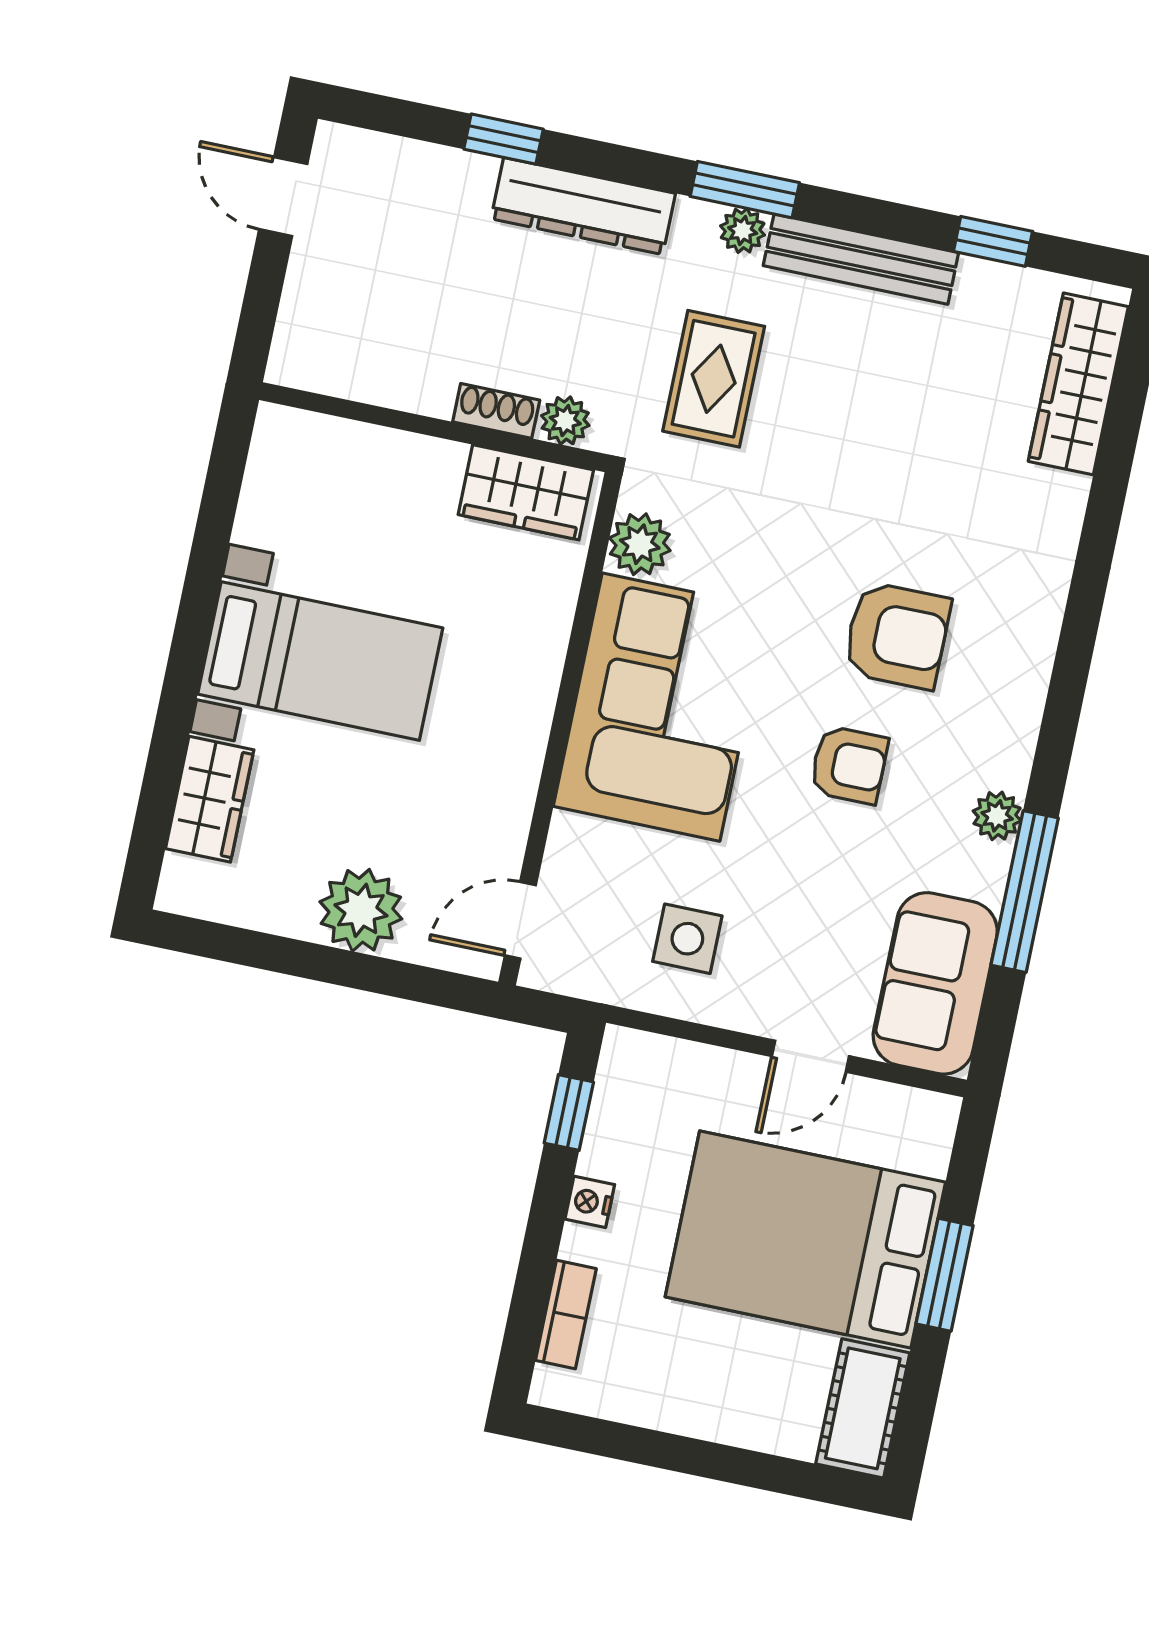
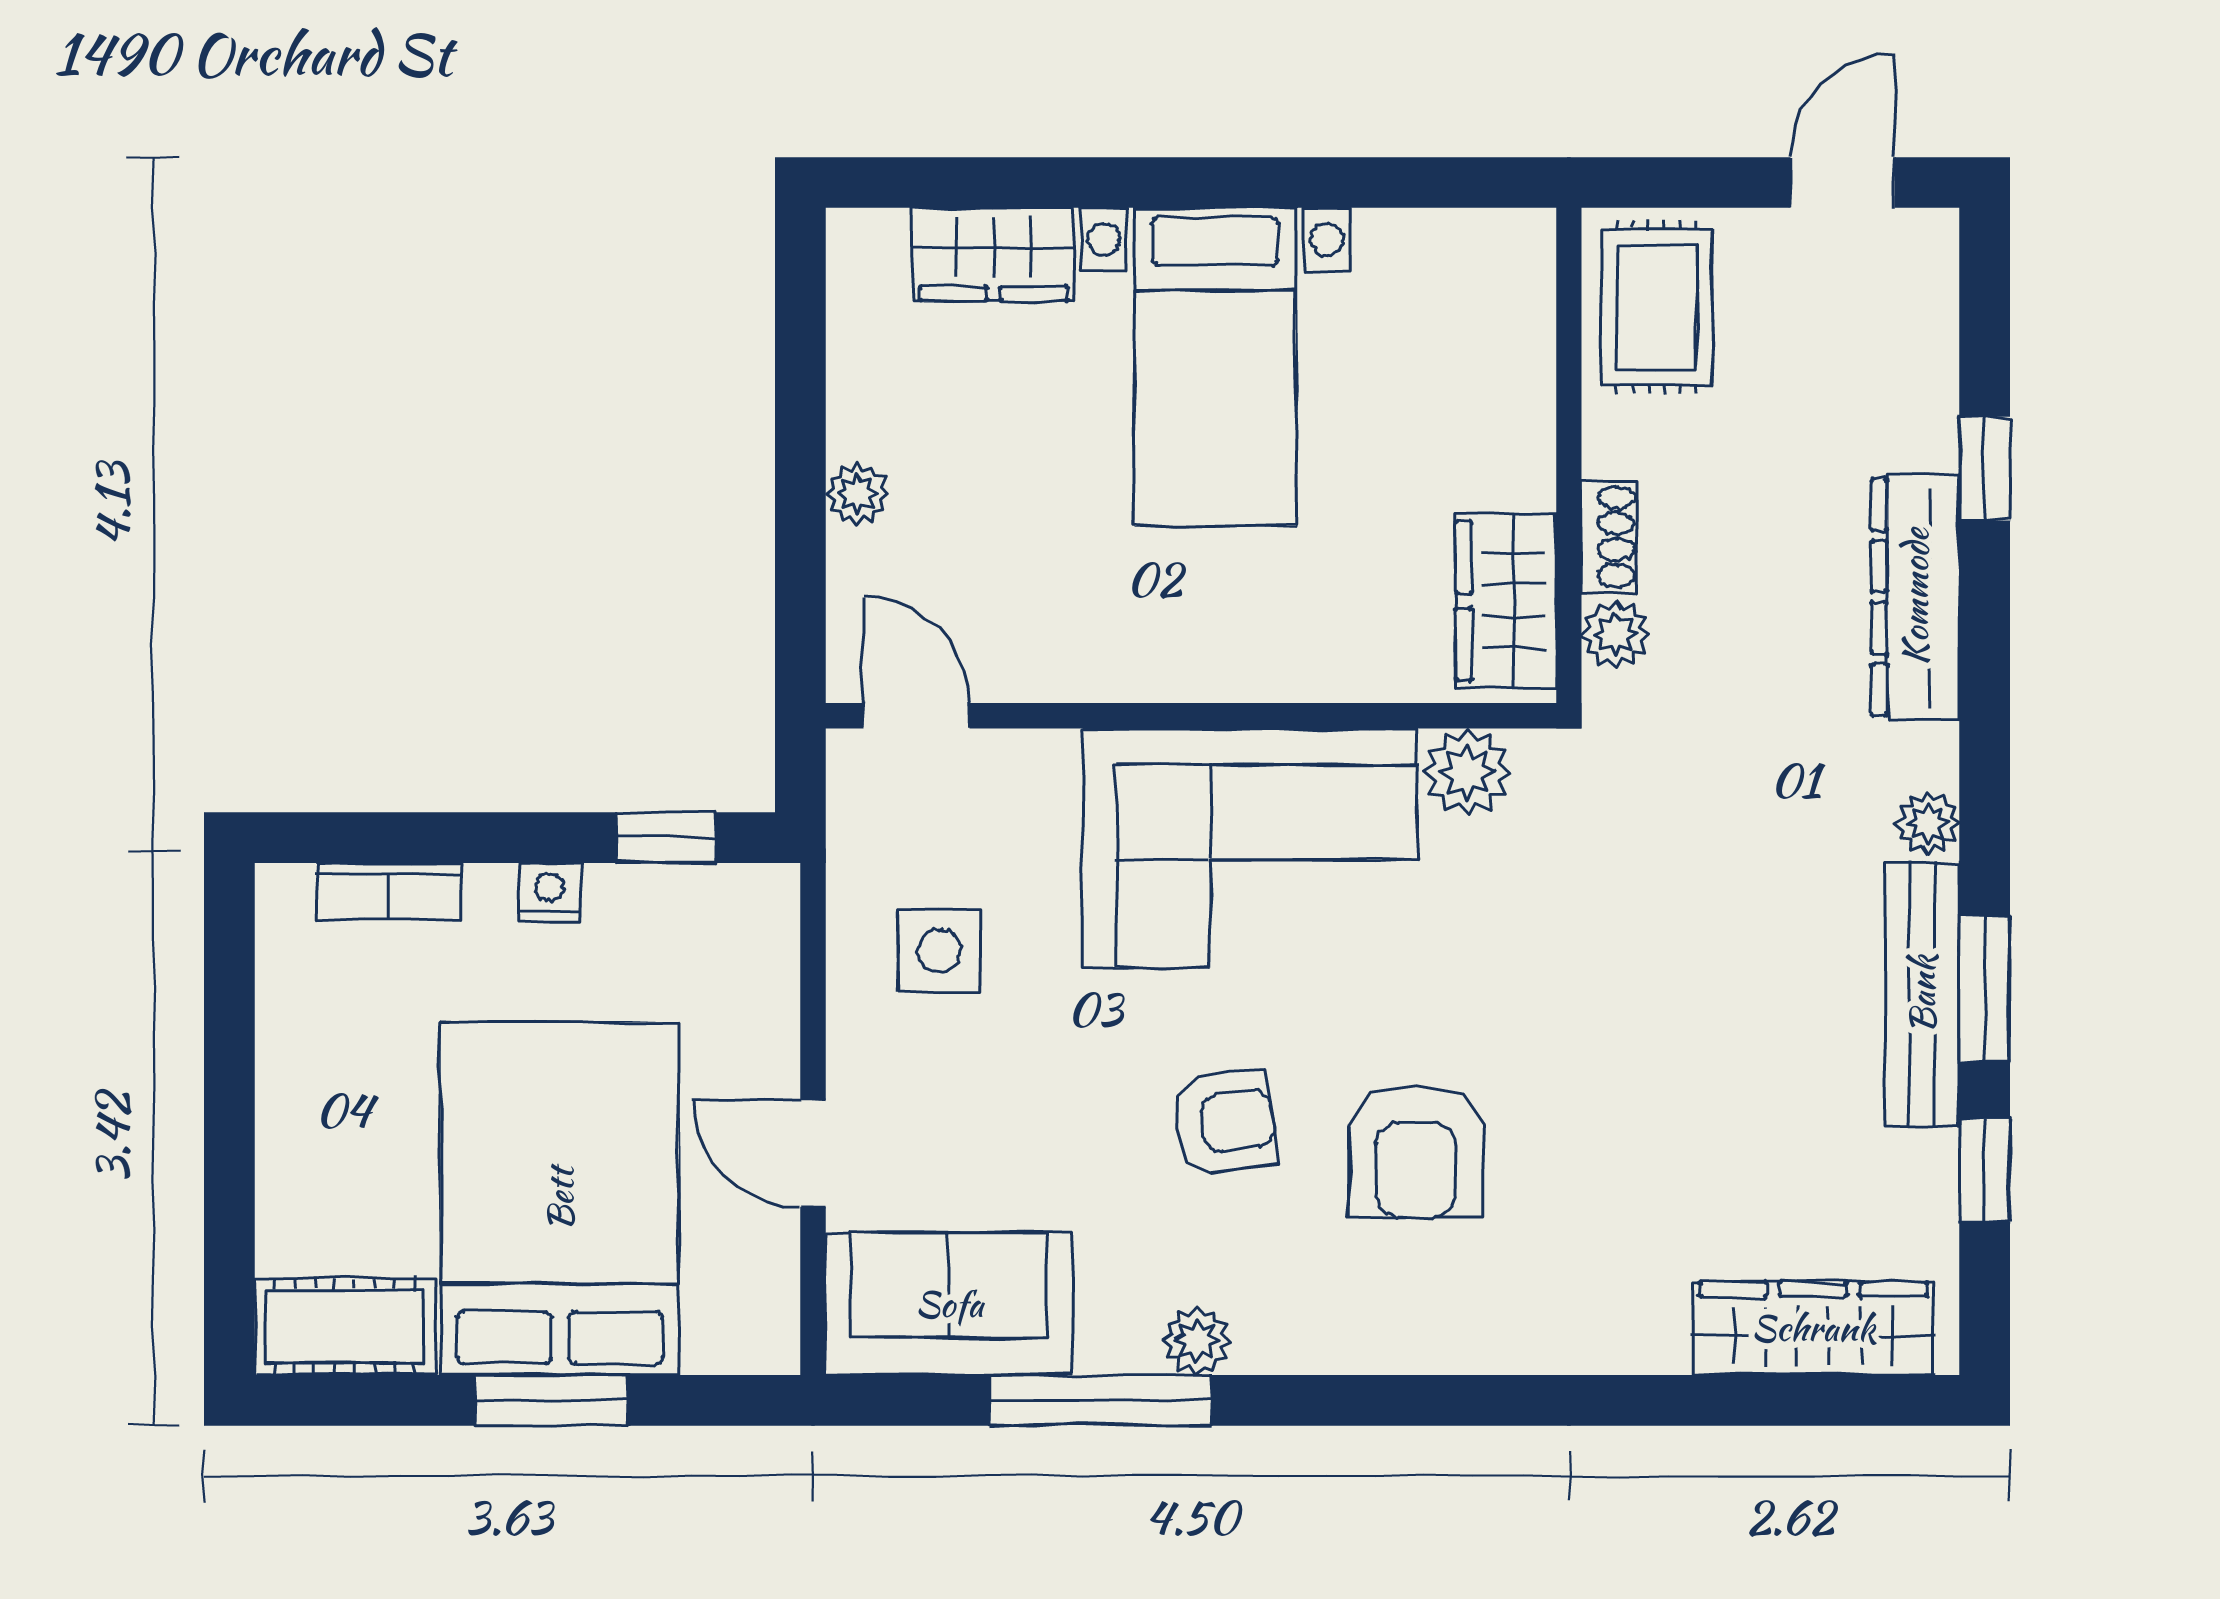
window: (745, 190) -> (1985, 989), moved
rug: (714, 379) -> (1656, 307), moved, turned 90
armchair: (849, 765) -> (1224, 1123), turned -98
plant: (361, 910) -> (857, 494), width x0.53, depth x0.53

